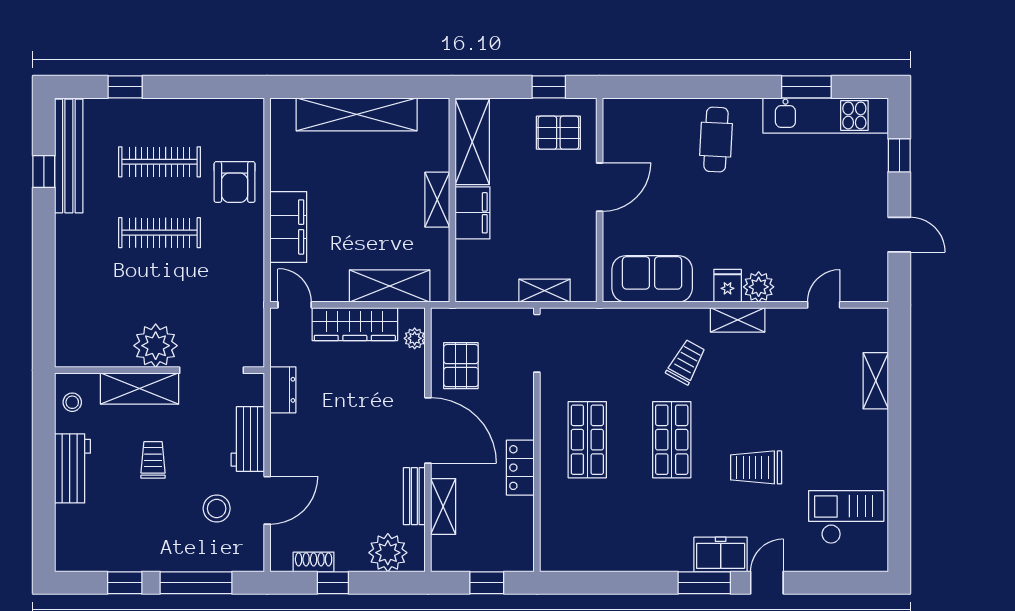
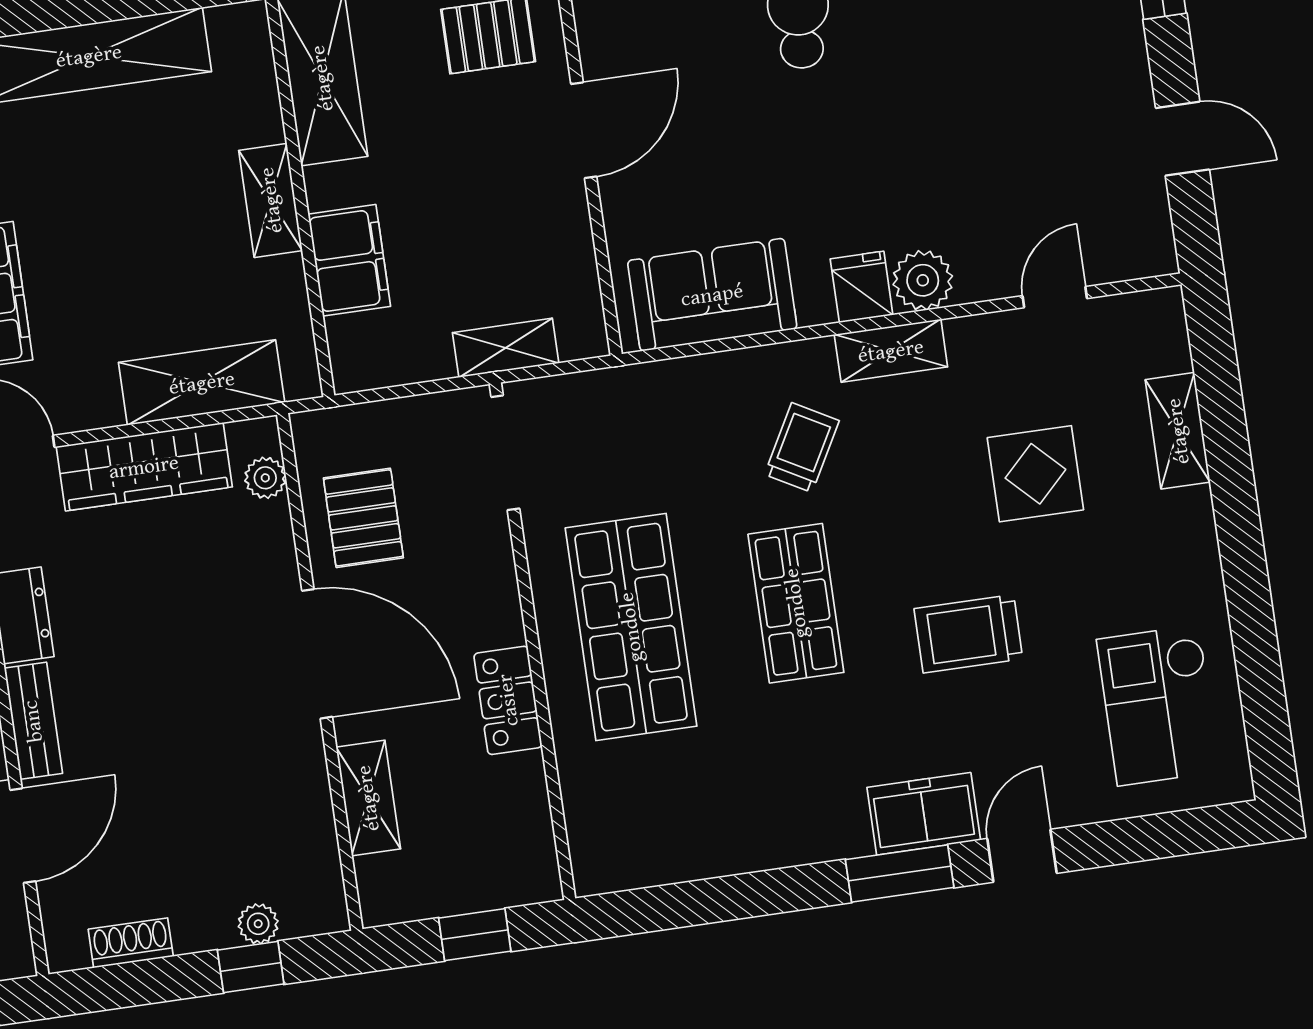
filing cabinet: (473, 213) -> (349, 260), moved
display table: (801, 392) -> (1035, 474), added
shop shelf: (587, 440) -> (631, 627), width x1.43, depth x1.36
bench: (414, 496) -> (33, 721), moved
checkout: (846, 517) -> (1158, 705), turned -90
plant: (388, 553) -> (258, 924), width x0.53, depth x0.53
window: (333, 583) -> (251, 967), moved

